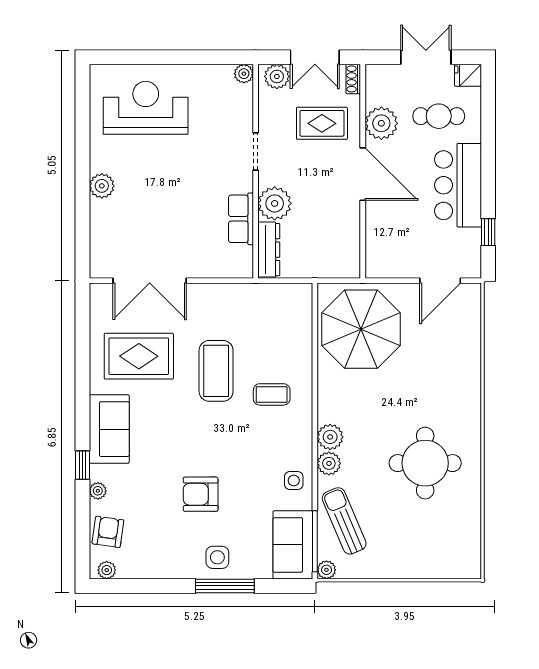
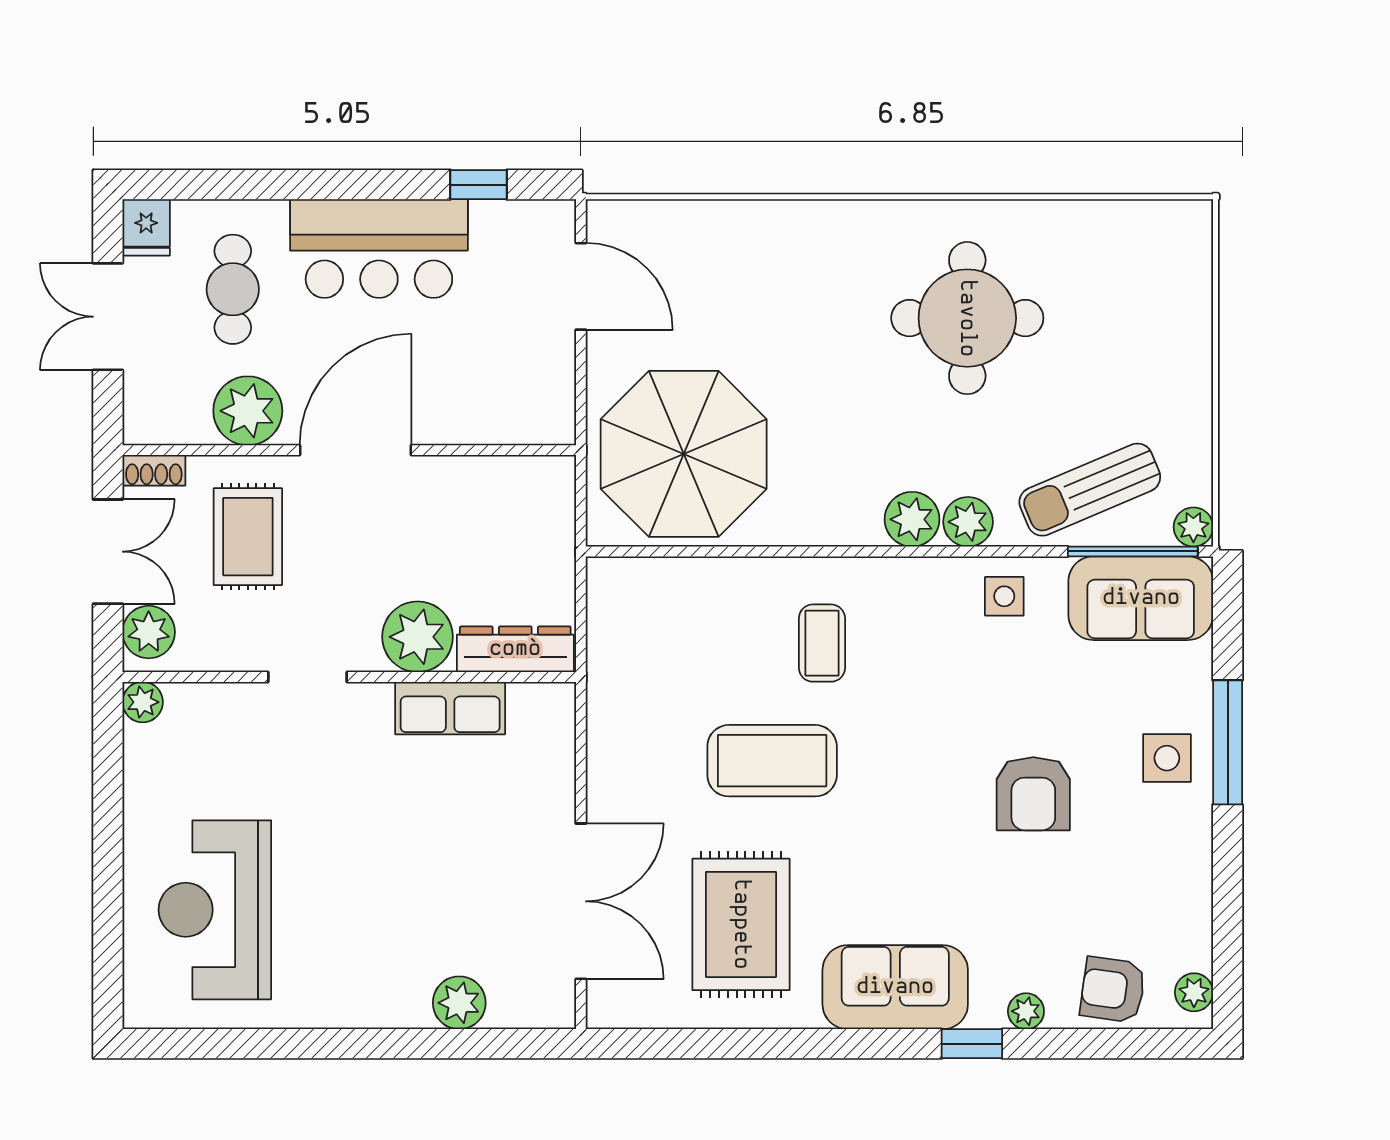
plant: (102, 186) -> (459, 1003), moved

